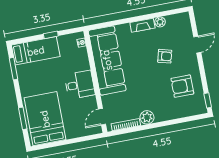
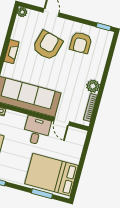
plant: (160, 22) -> (22, 12), moved
armchair: (165, 56) -> (48, 45), width x1.88, depth x1.88
door: (102, 117) -> (62, 121), moved

